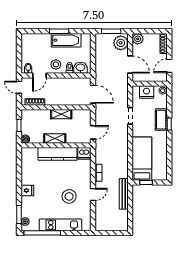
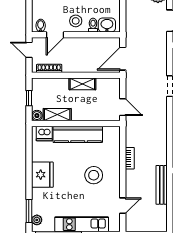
door: (93, 94) -> (123, 59), swing flipped
door: (93, 132) -> (123, 107), hinge flipped
shelving: (55, 138) -> (57, 115), moved
dishwasher: (84, 153) -> (44, 133), moved
fridge: (27, 190) -> (42, 175), width x1.88, depth x1.34
door: (93, 194) -> (123, 206), moved
stool: (69, 196) -> (94, 175), moved

